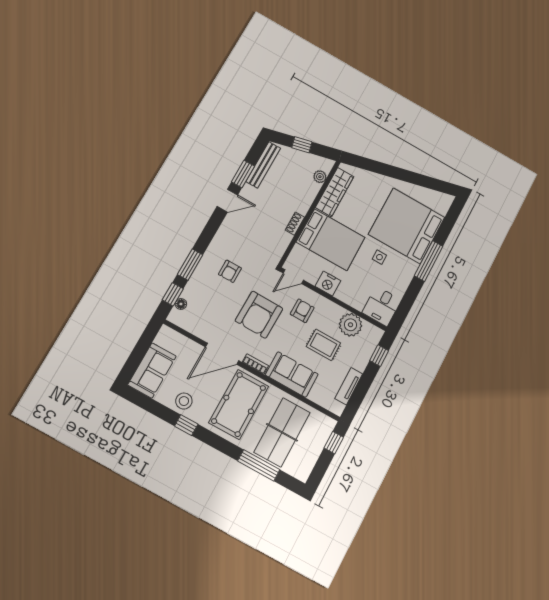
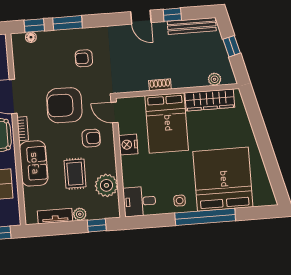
window: (243, 174) -> (172, 15), width x0.67
side table: (379, 257) -> (180, 201), moved
window: (429, 261) -> (205, 217), width x1.46
plant: (361, 364) -> (80, 214), added

